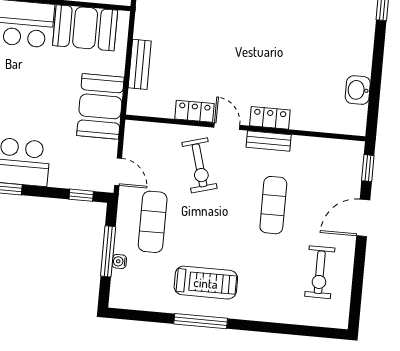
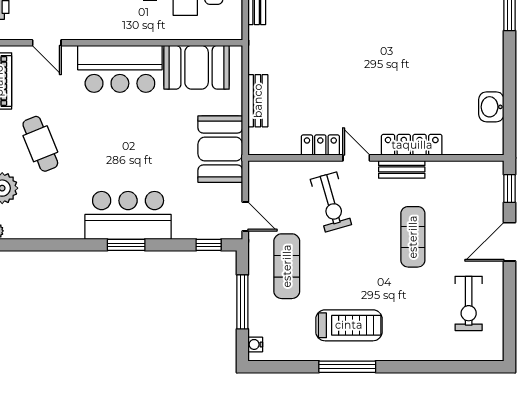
locker: (270, 118) -> (412, 145), width x1.53
water cooler: (119, 261) -> (255, 344), moved

